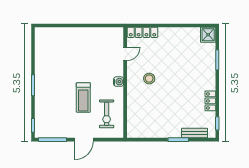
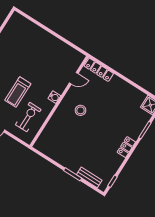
locker: (210, 101) -> (126, 147), moved
exercise bike: (107, 114) -> (28, 117), turned 180

